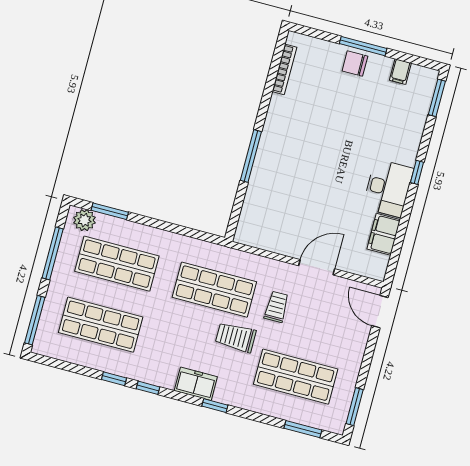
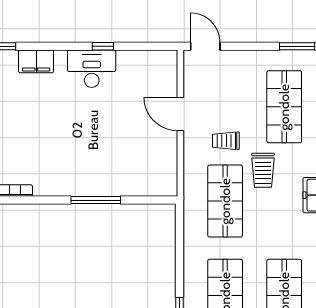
window: (417, 172) -> (103, 46), moved
filing cabinet: (384, 234) -> (36, 61), moved
door: (380, 312) -> (205, 46), swing flipped

